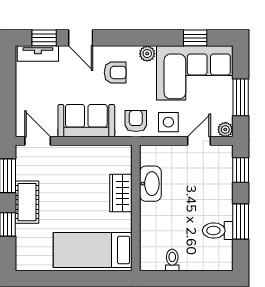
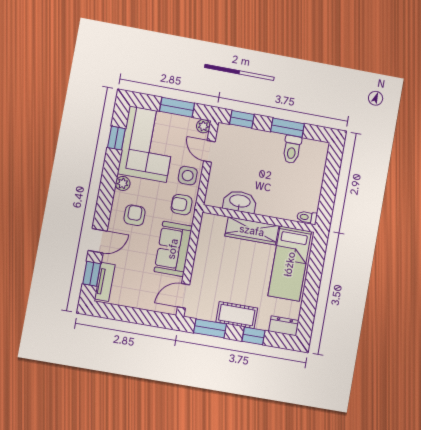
wardrobe: (121, 193) -> (252, 231), width x1.50
dresser: (24, 255) -> (284, 326), added
toilet: (172, 260) -> (307, 217), moved

